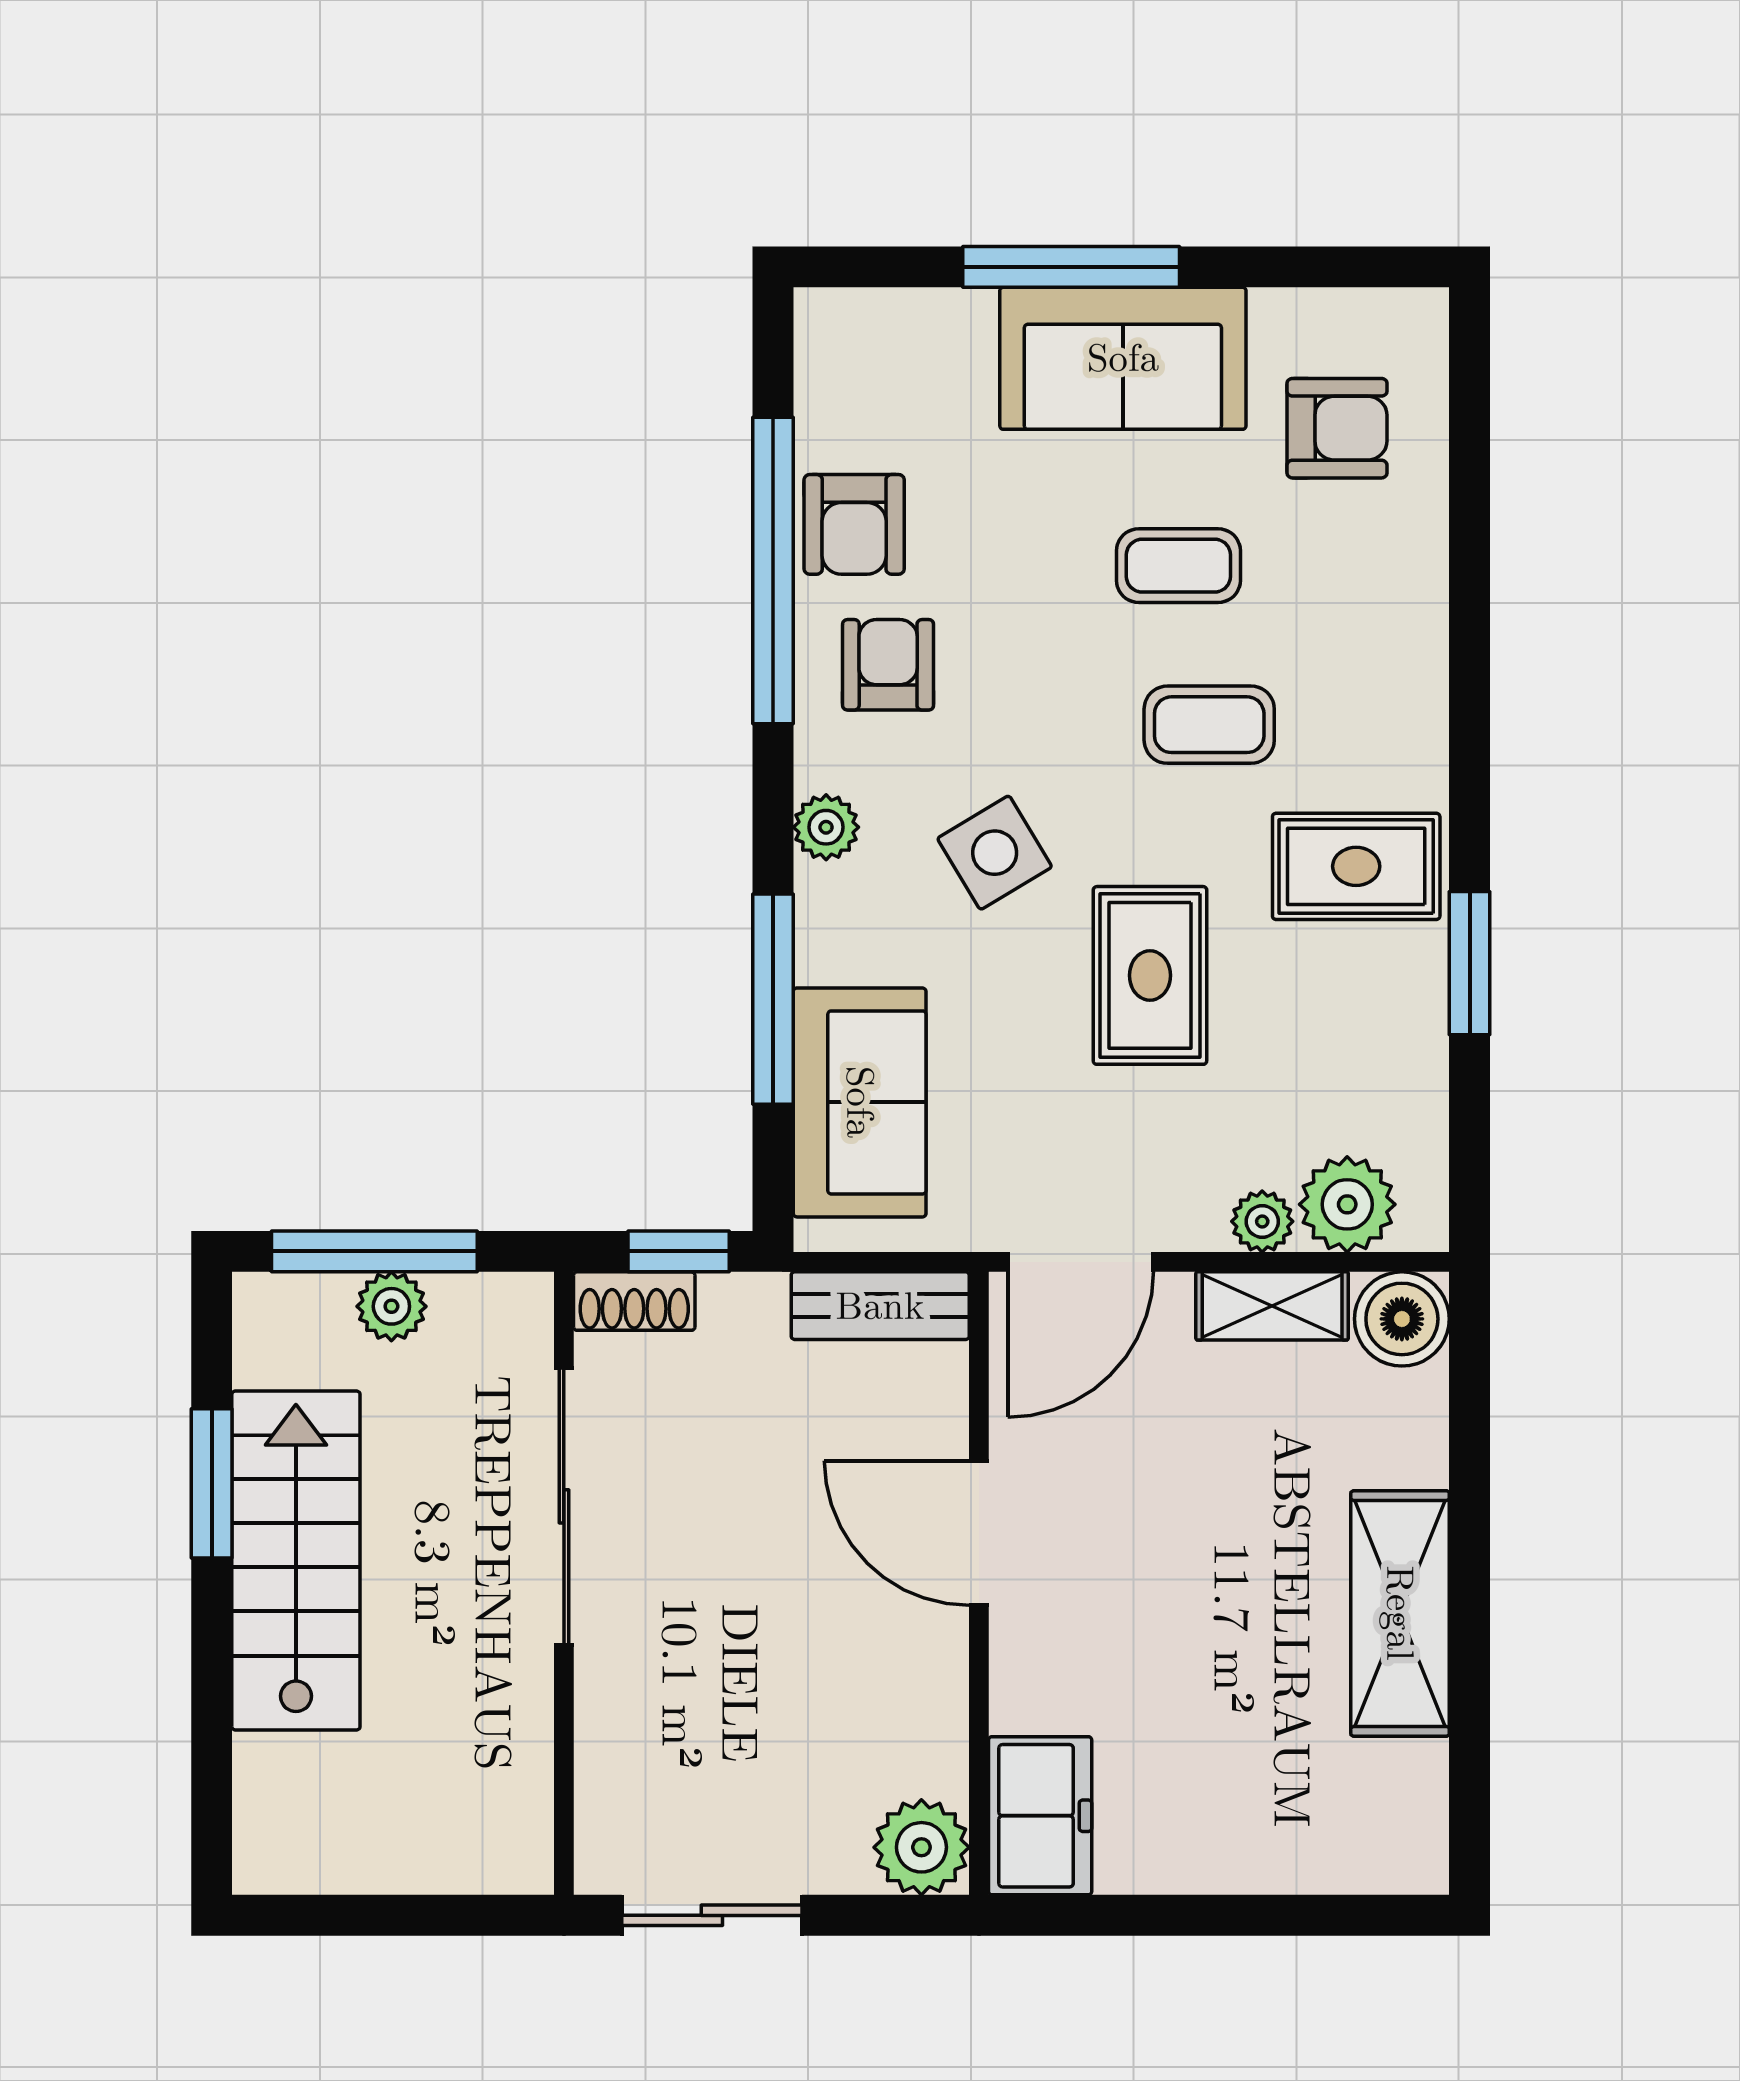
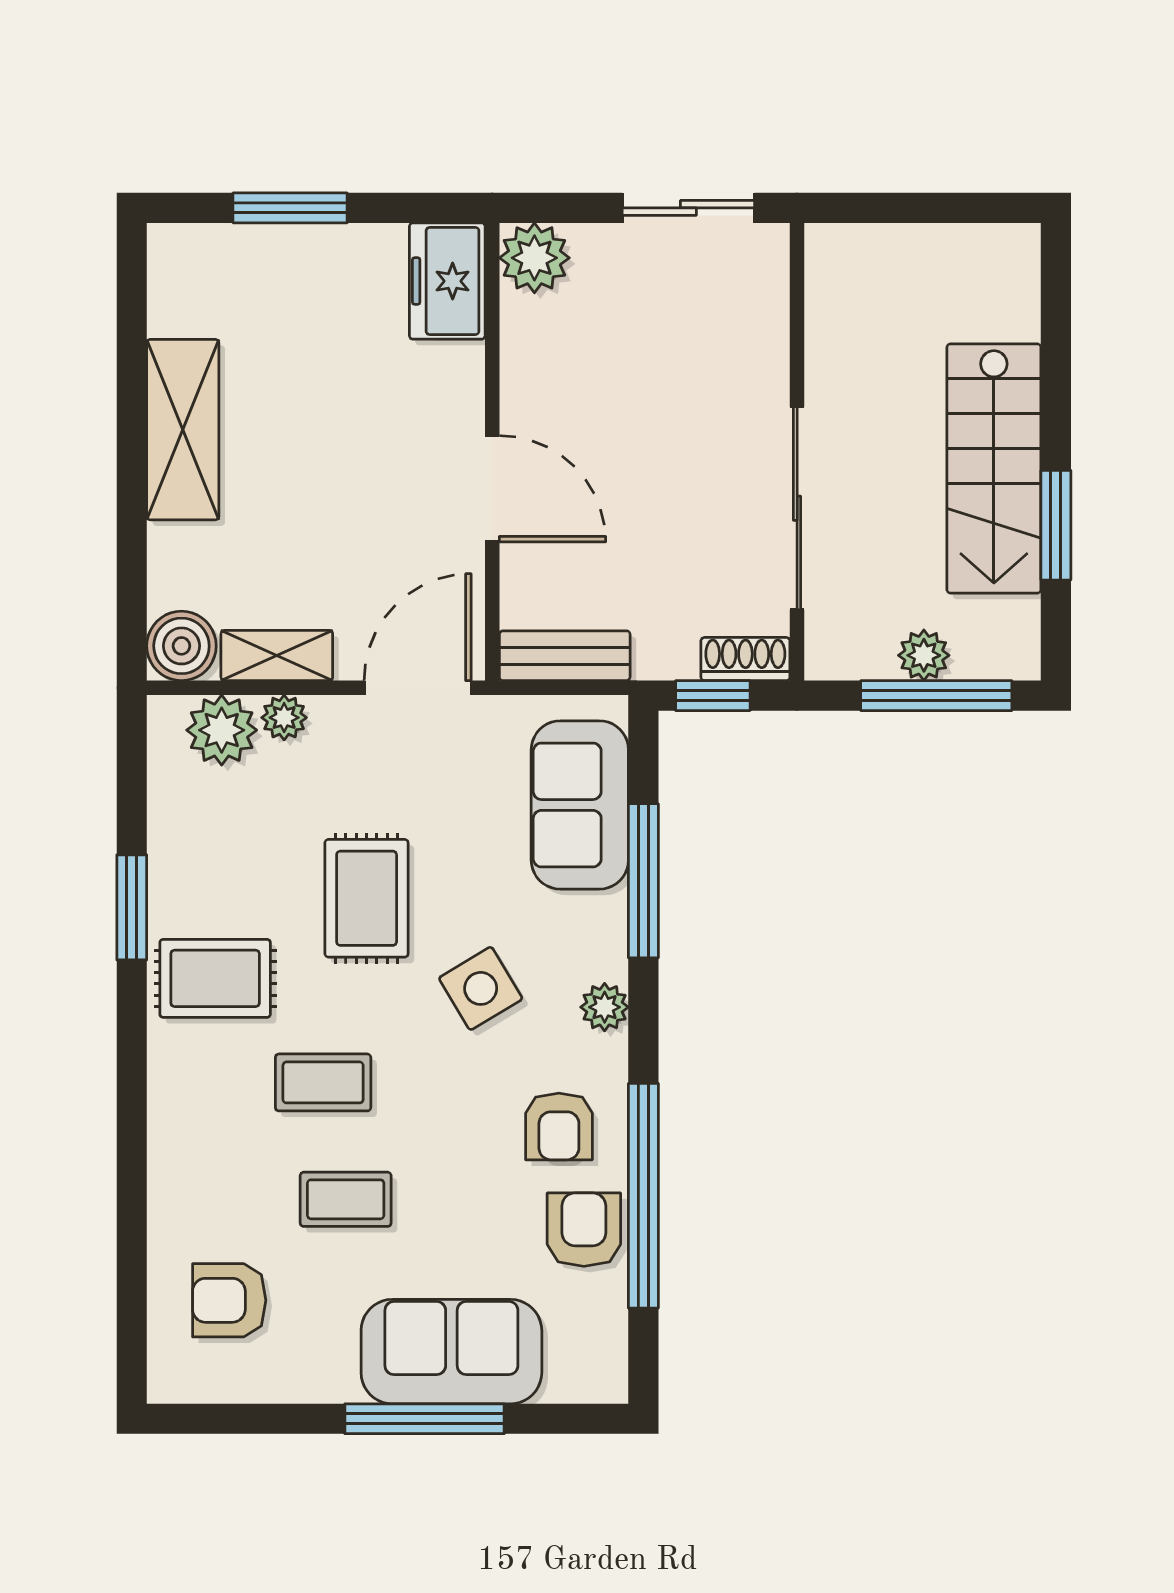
sofa: (1123, 358) -> (451, 1352), moved
window: (1254, 1915) -> (290, 208), added

